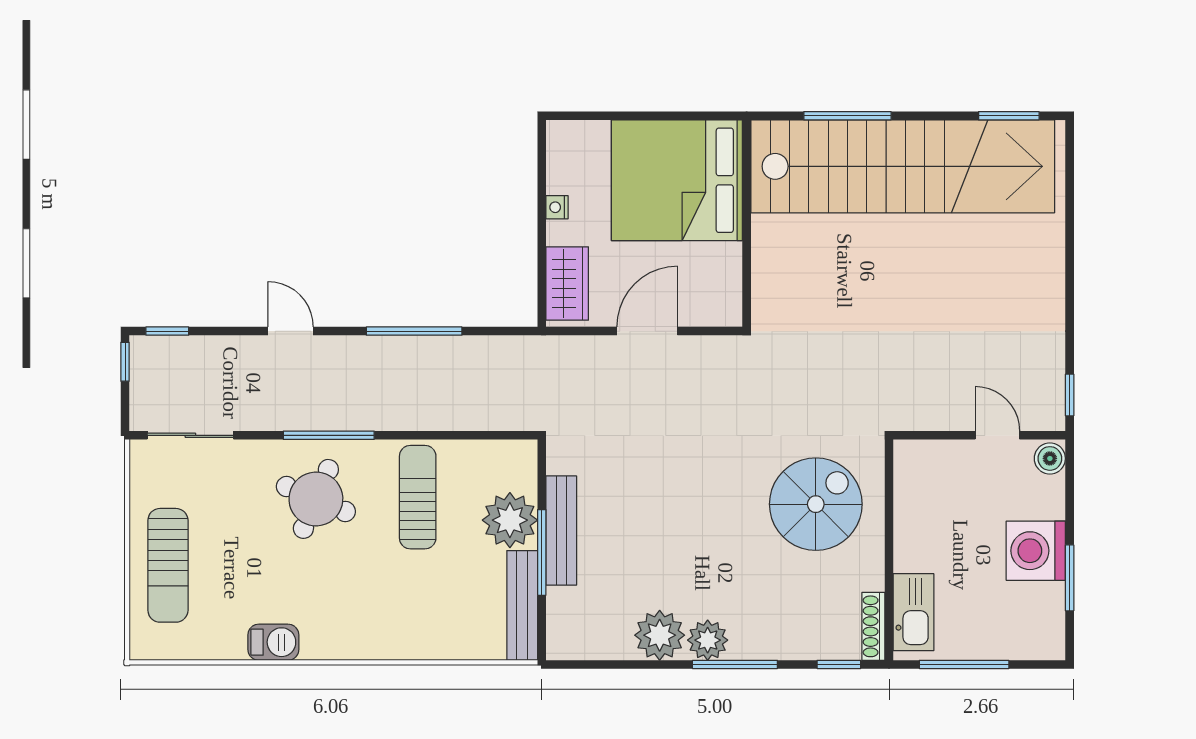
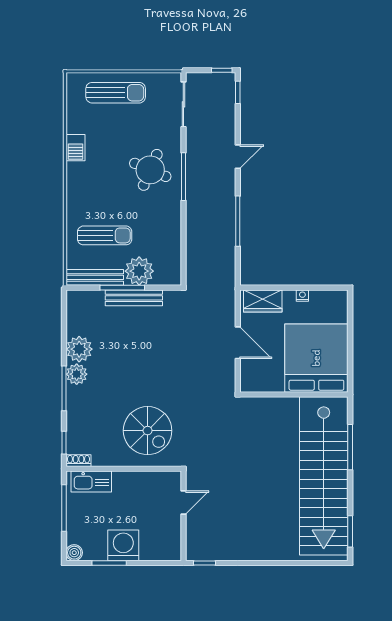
door: (997, 435) -> (183, 502), moved
boiler: (1050, 458) -> (74, 553), moved
sun lounger: (418, 497) -> (105, 235), moved
sun lounger: (168, 565) -> (116, 93), turned 180
shoe rack: (873, 626) -> (79, 461), width x0.70

